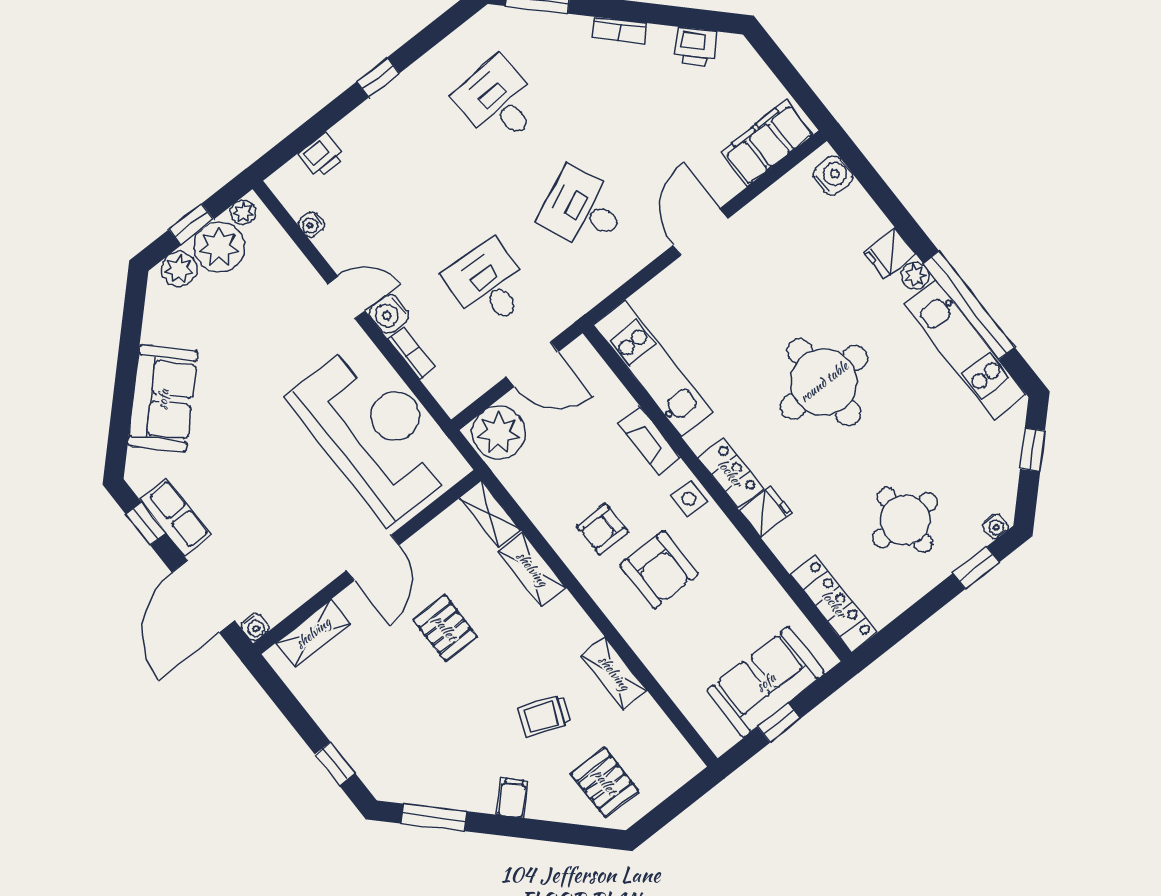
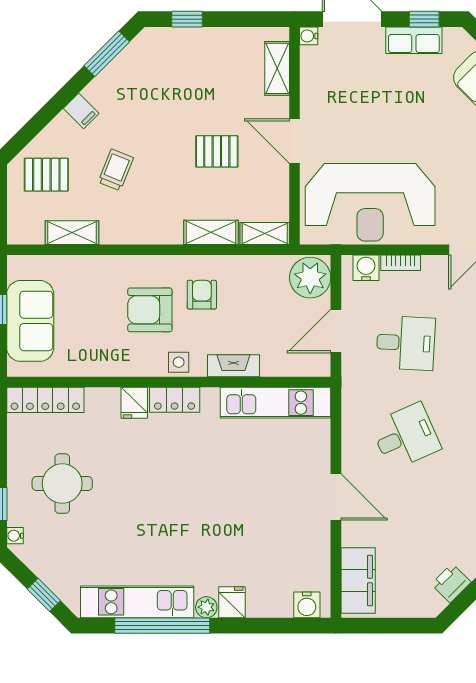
water cooler: (389, 314) -> (366, 268), moved
round table: (824, 382) -> (185, 500), removed
shelving: (614, 673) -> (72, 233), moved

